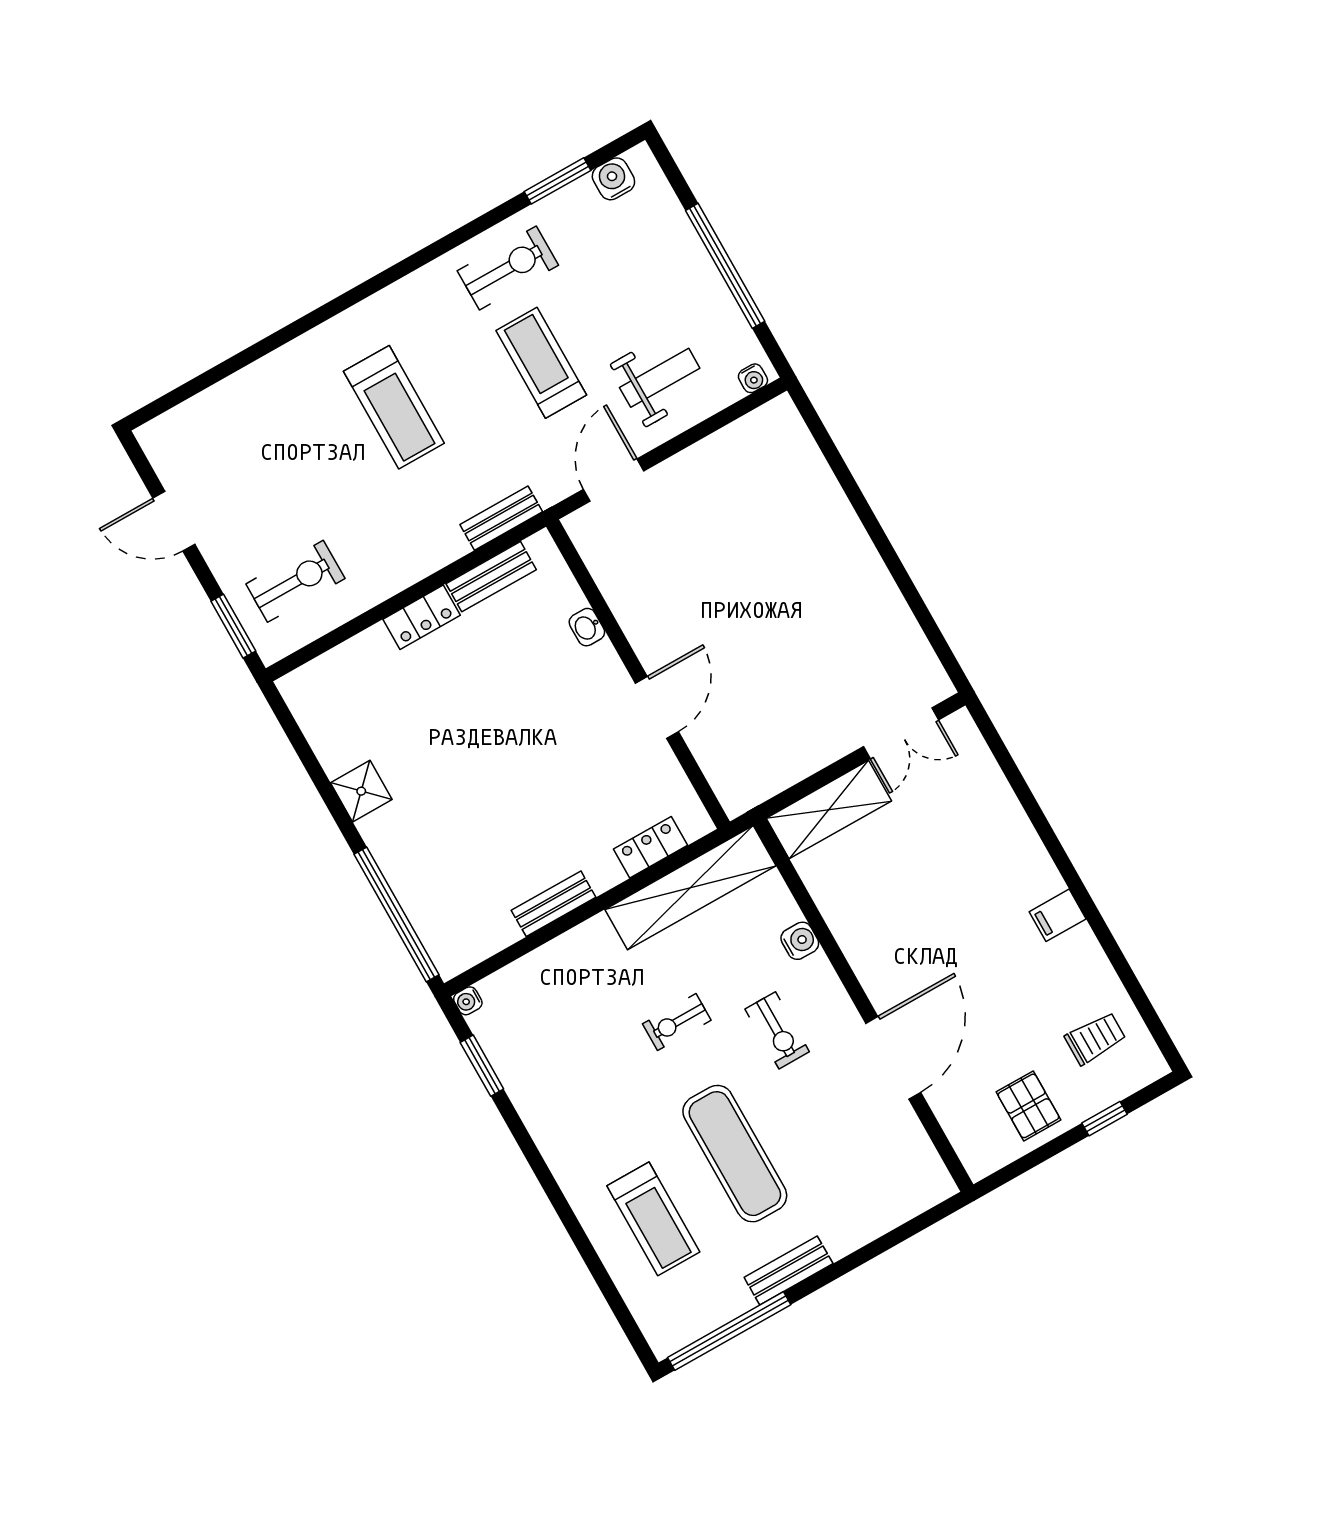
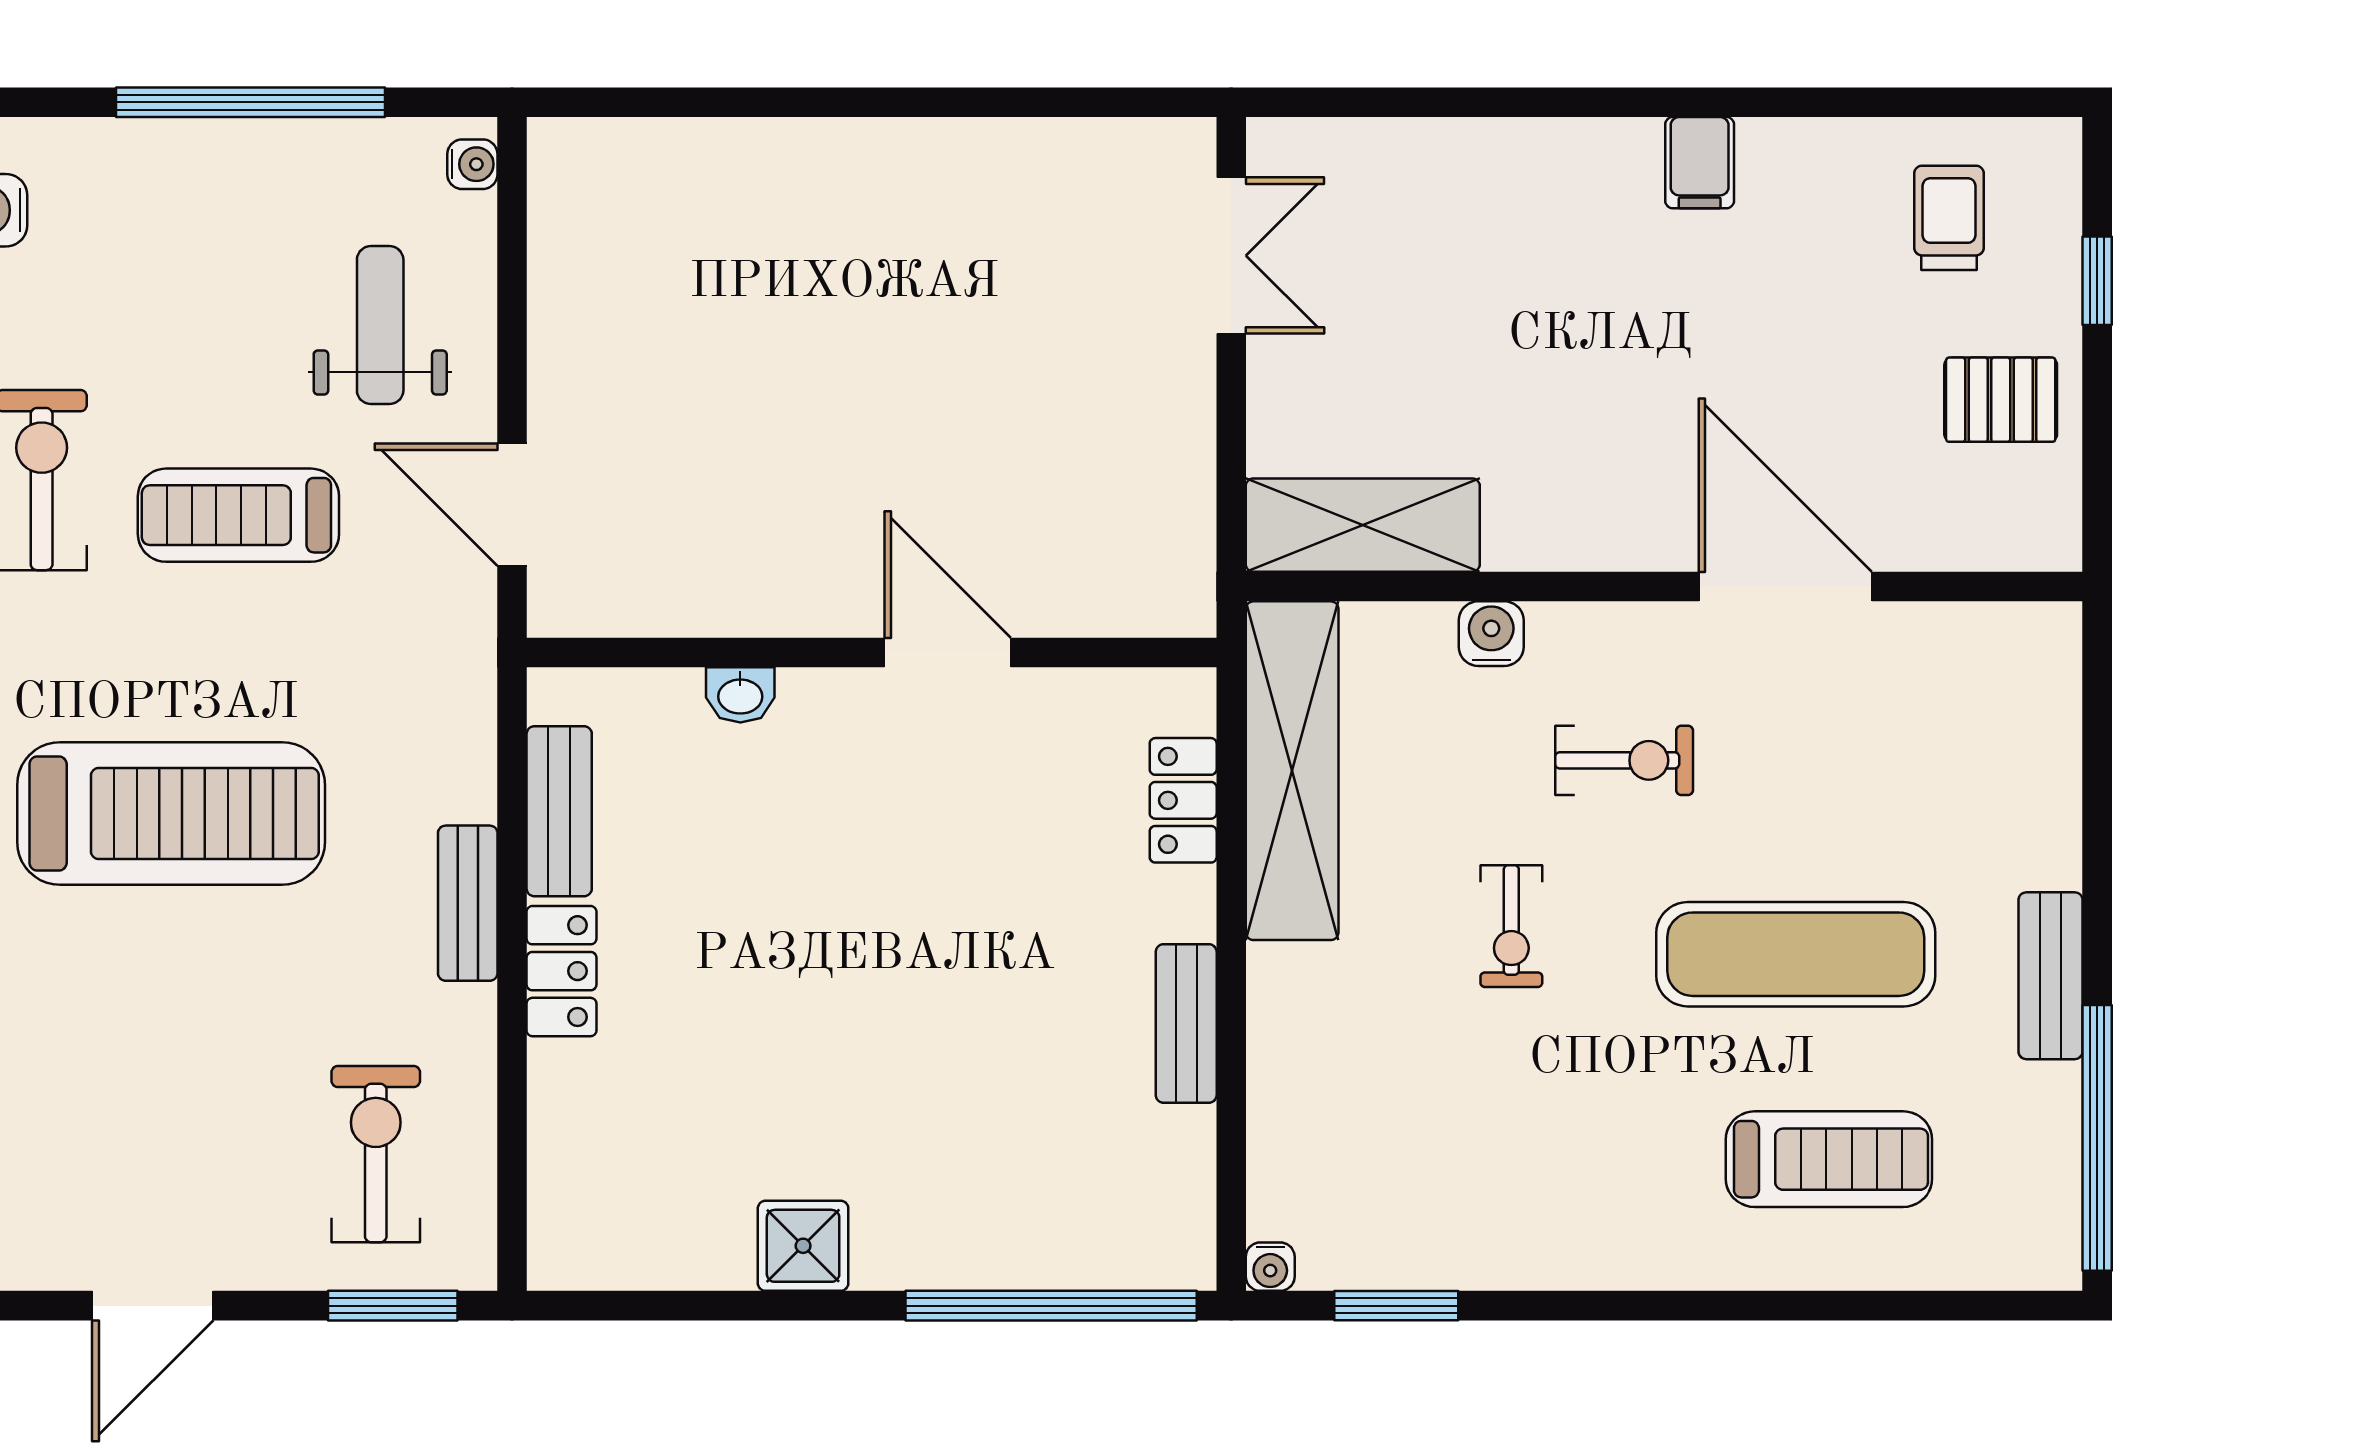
treadmill: (394, 407) -> (171, 813), width x1.37, depth x1.38
bench: (501, 518) -> (468, 903), moved
shelving: (829, 810) -> (1363, 525), moved, turned 90

